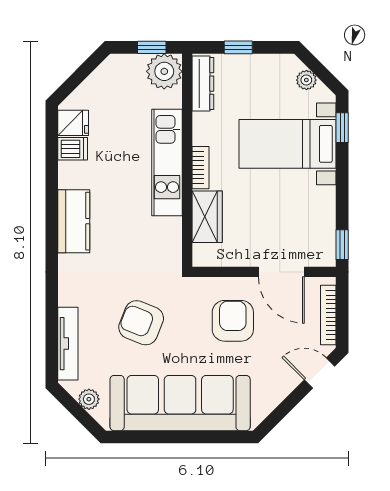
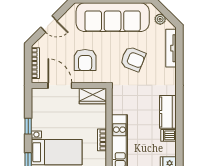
dishwasher: (73, 149) -> (169, 135), moved
wardrobe: (207, 217) -> (93, 96), moved, turned -90
window: (342, 245) -> (28, 126), moved
door: (320, 373) -> (49, 24), moved

